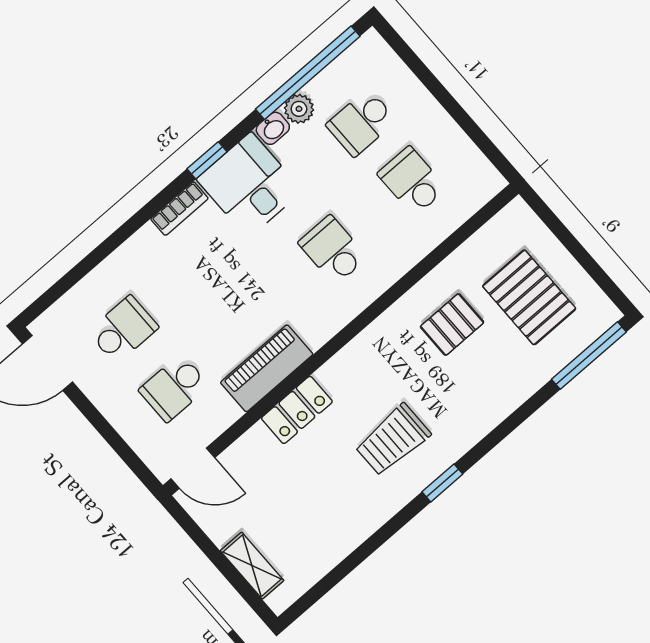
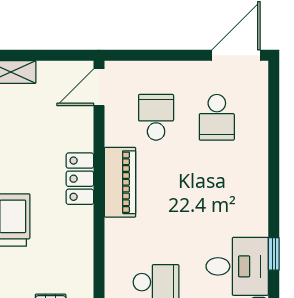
bookcase: (179, 209) -> (259, 213), removed

